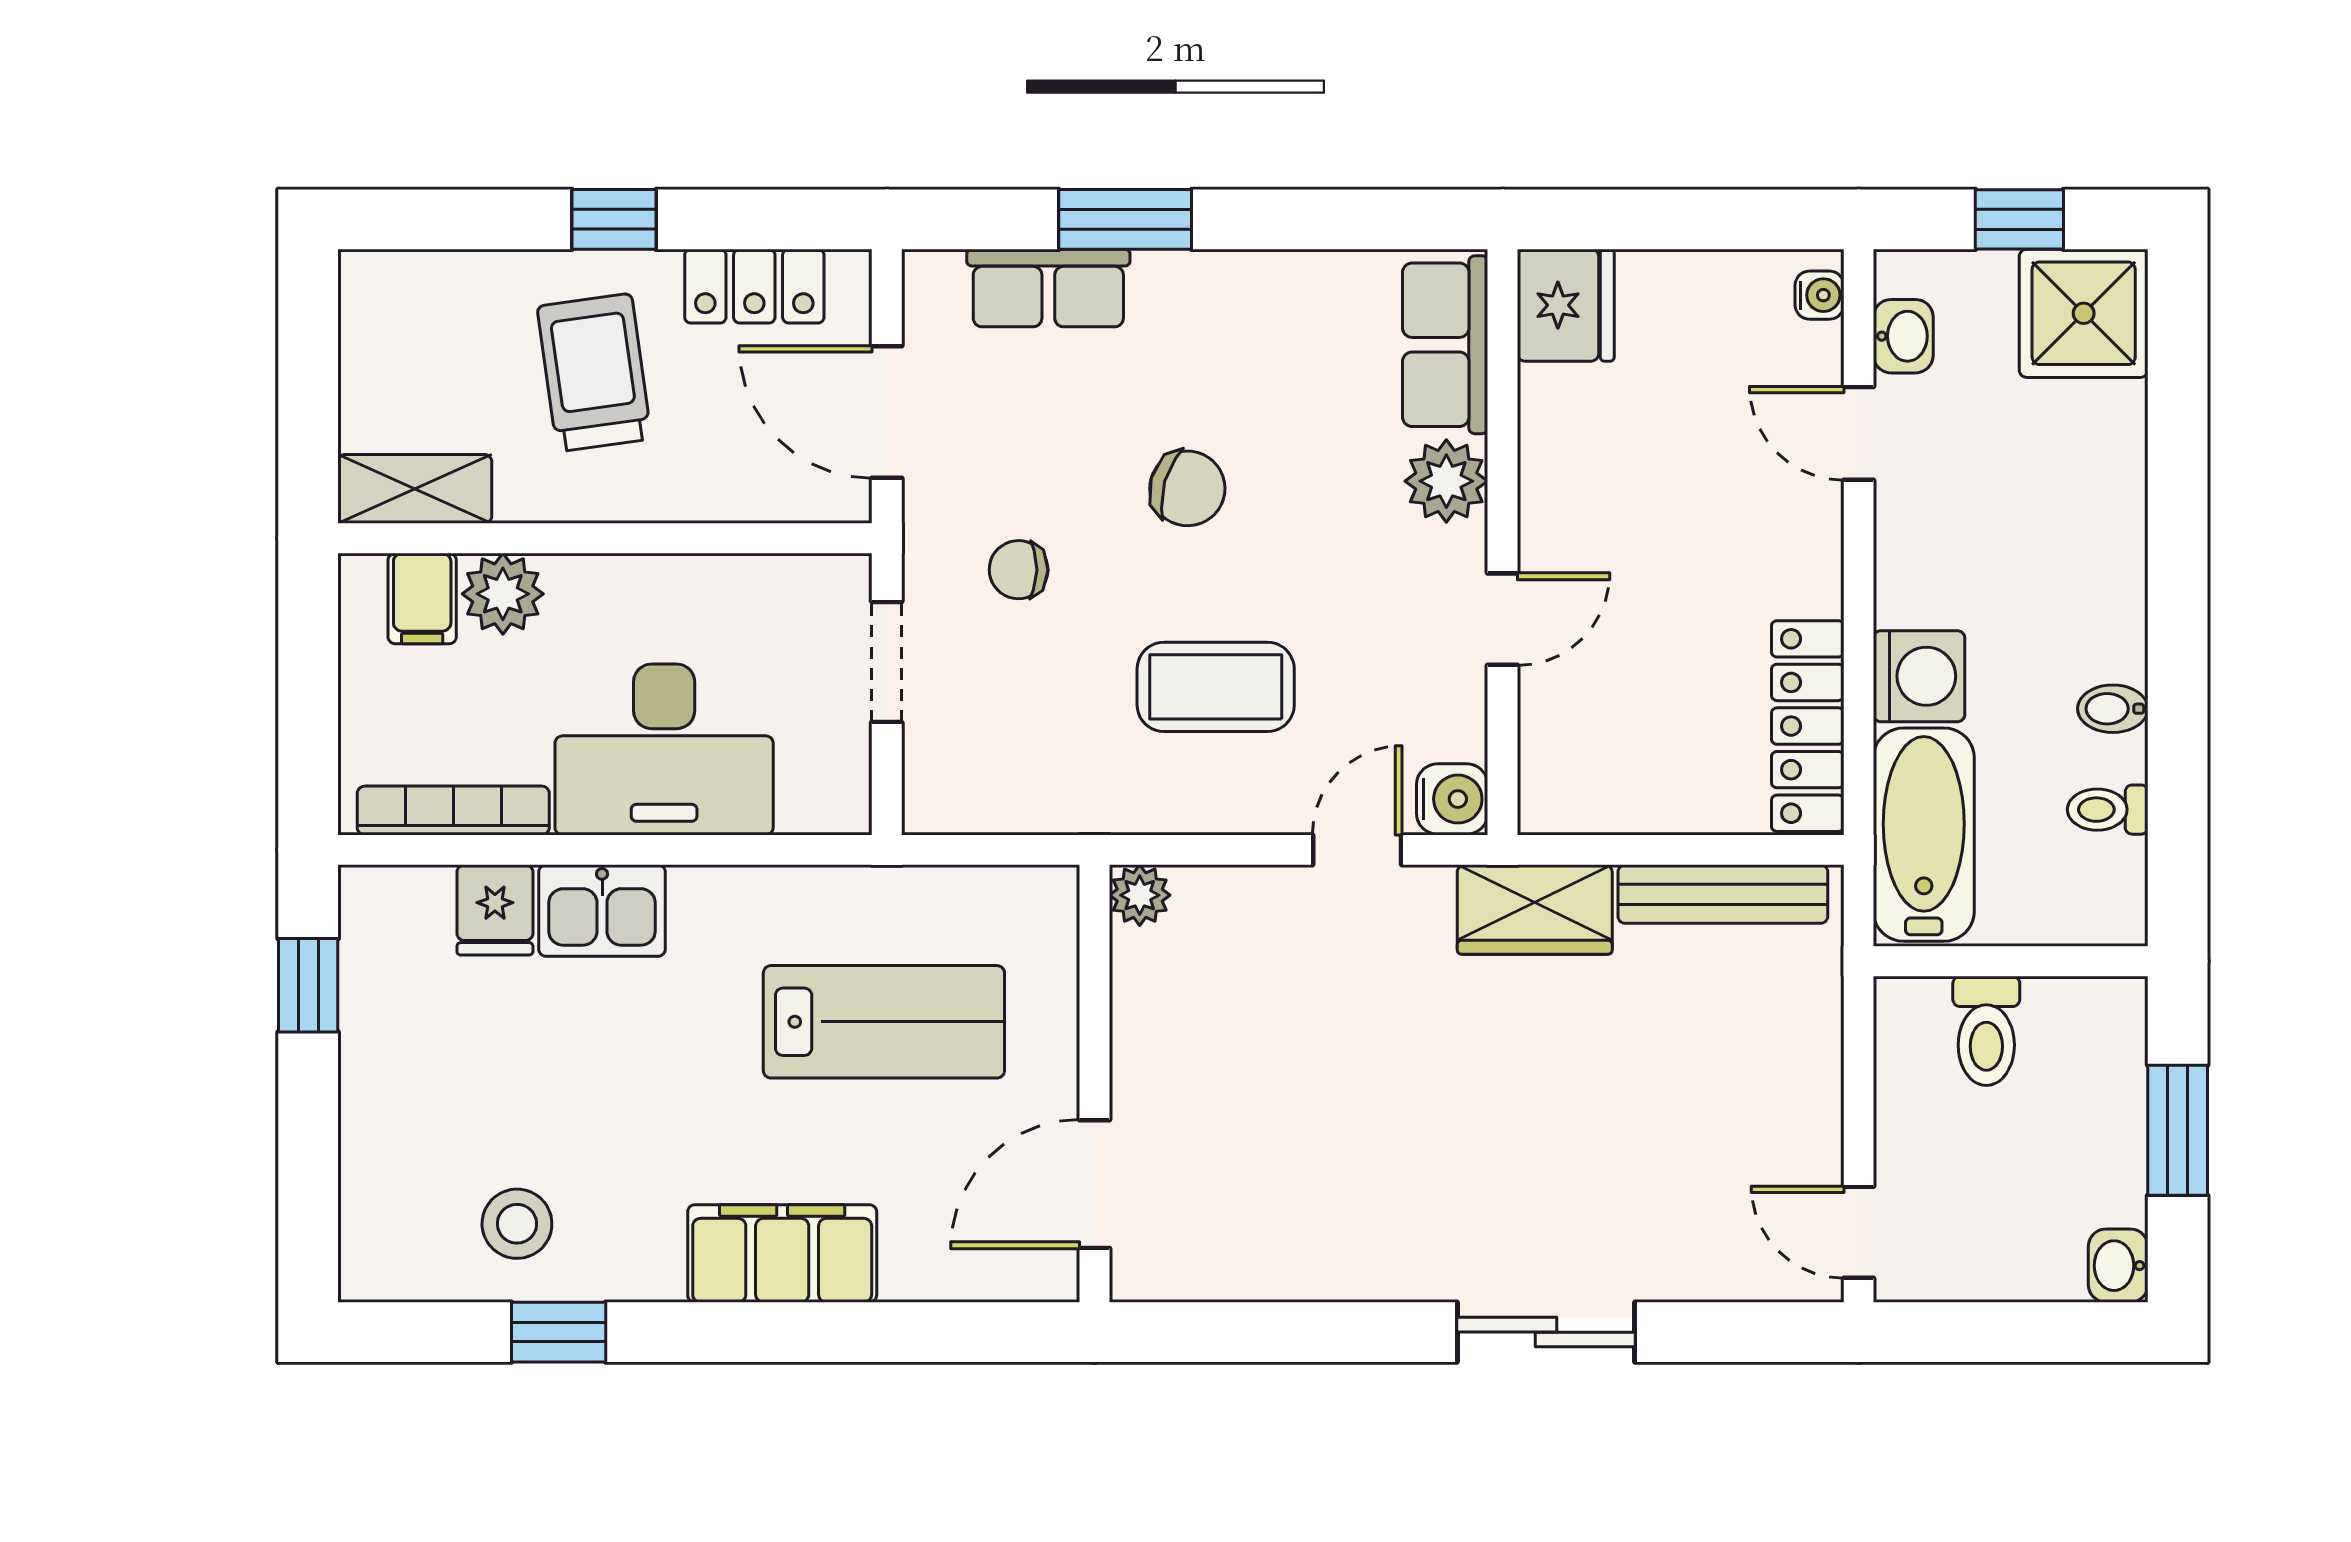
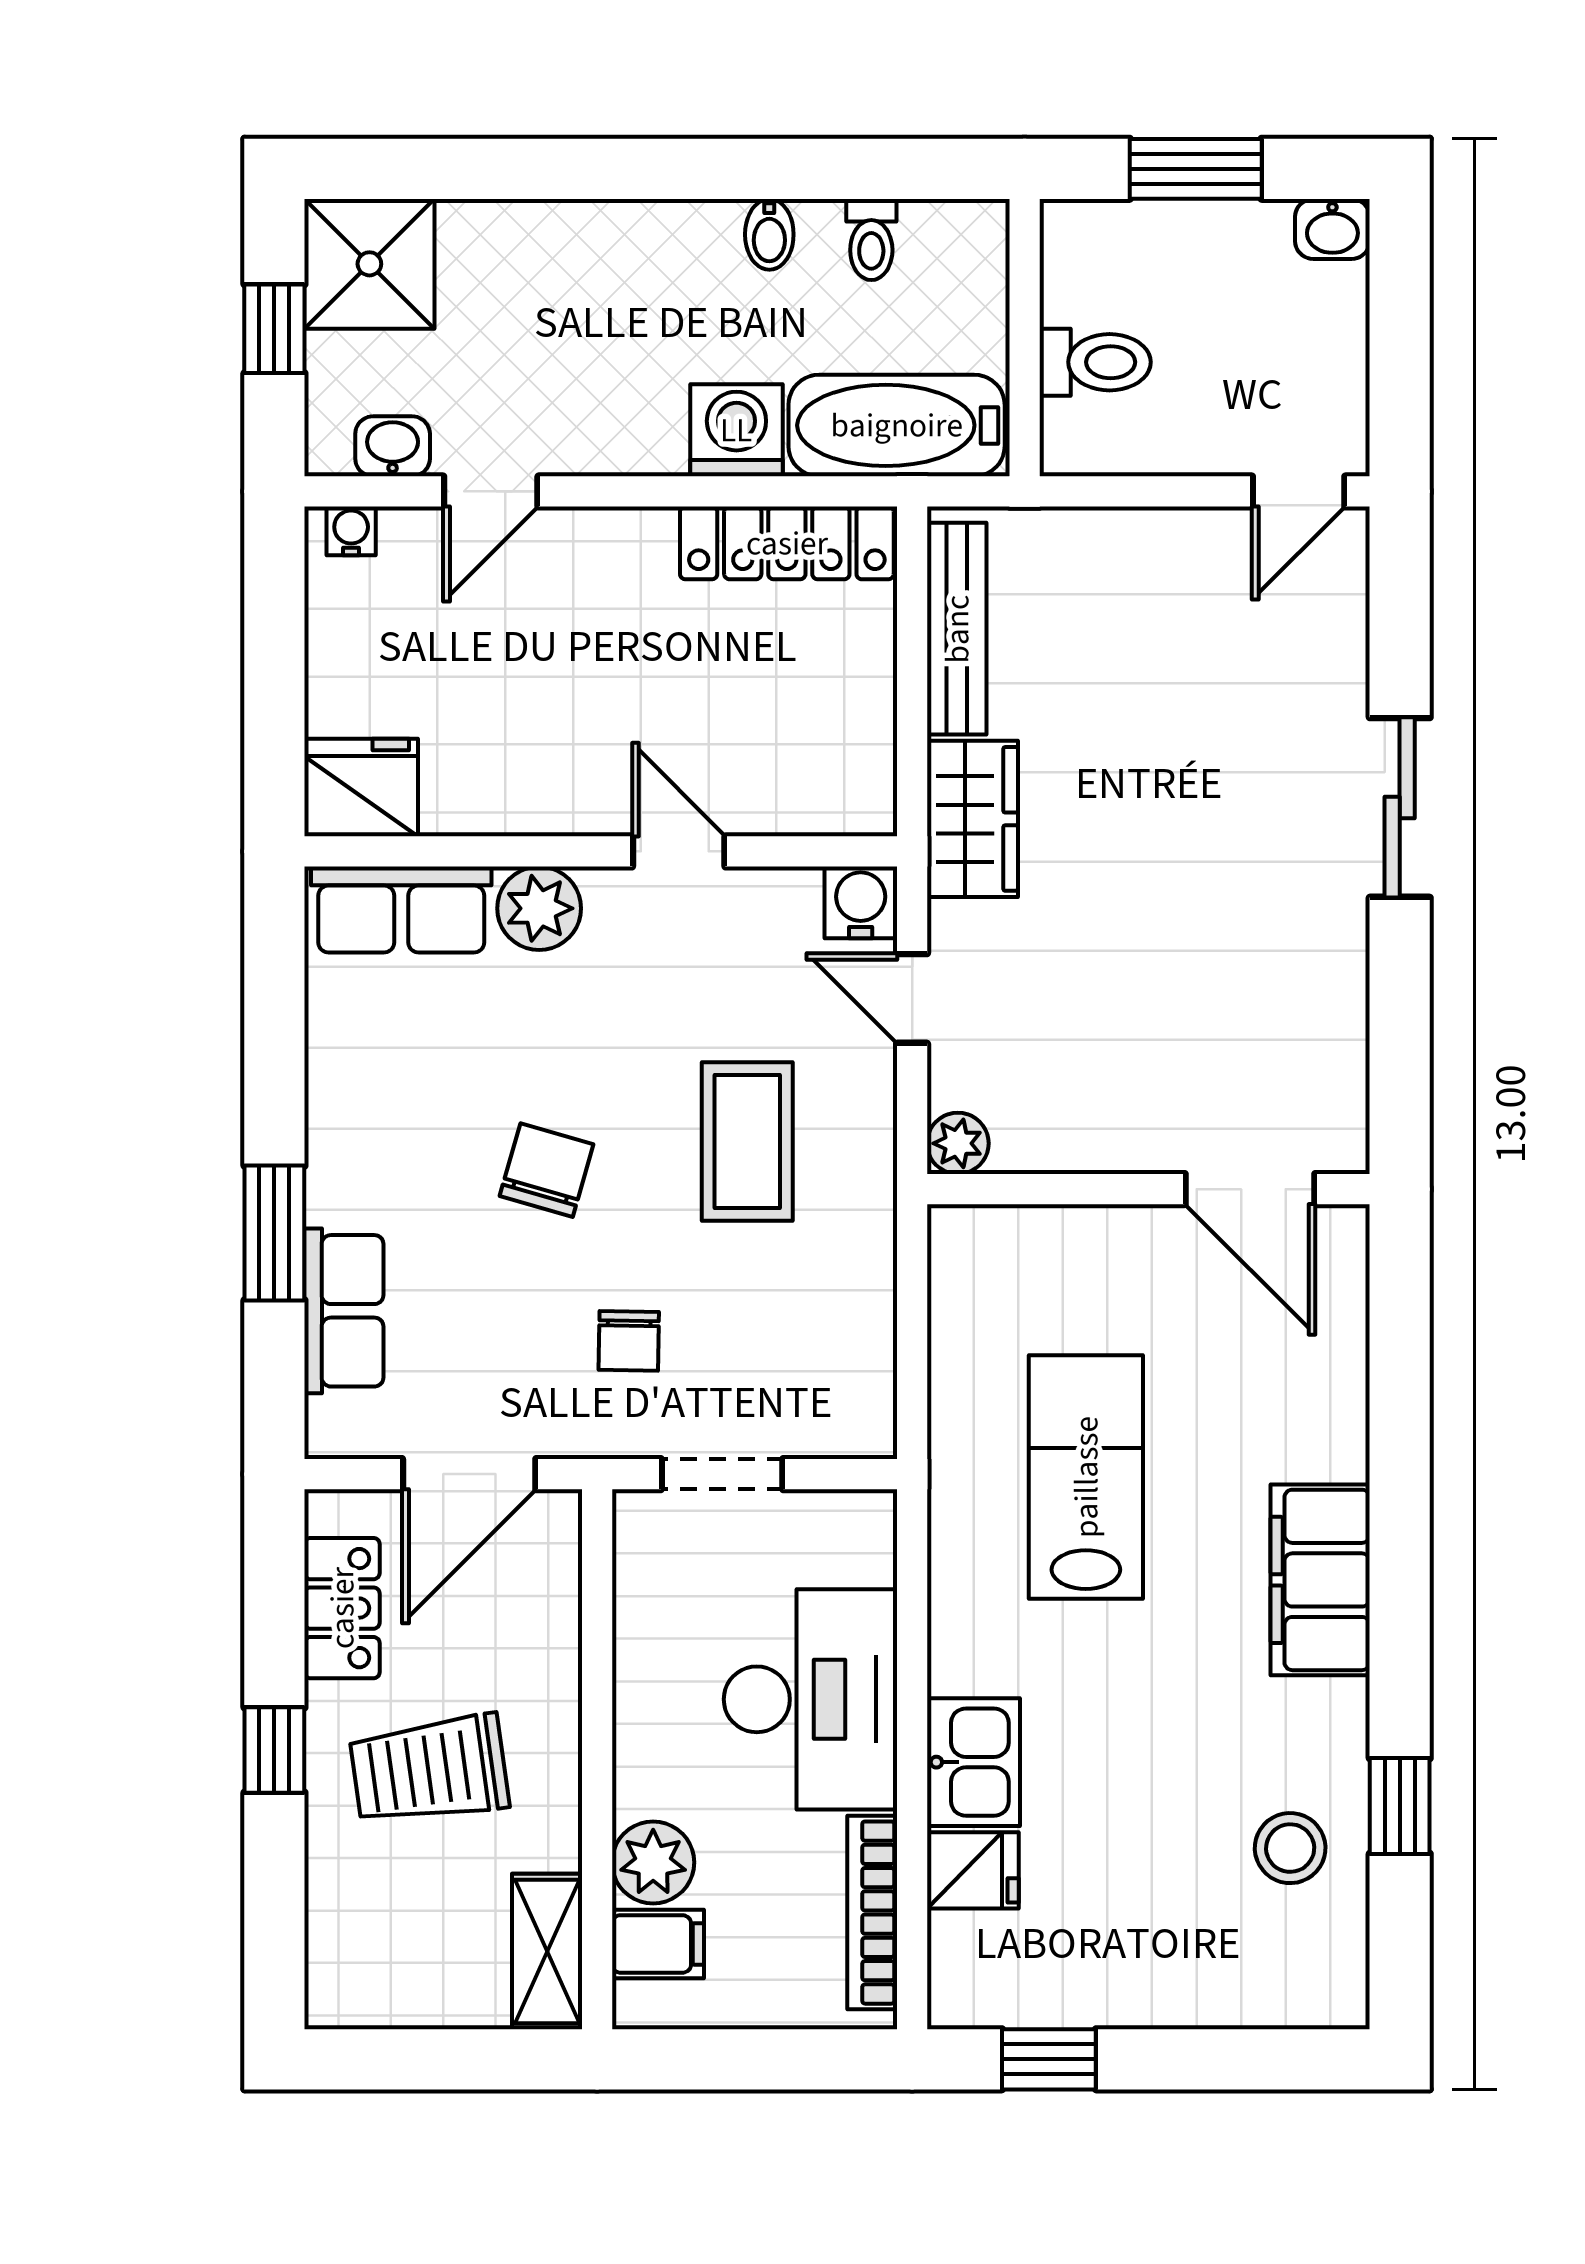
plant: (1140, 895) -> (958, 1143), moved
wall: (1095, 1084) -> (1148, 1189), moved
door: (1095, 1184) -> (1250, 1189), moved

